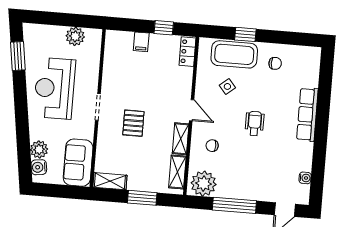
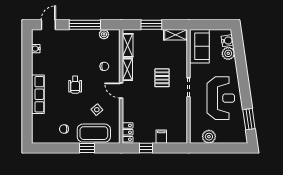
plant: (204, 184) -> (104, 34), width x0.53, depth x0.53

